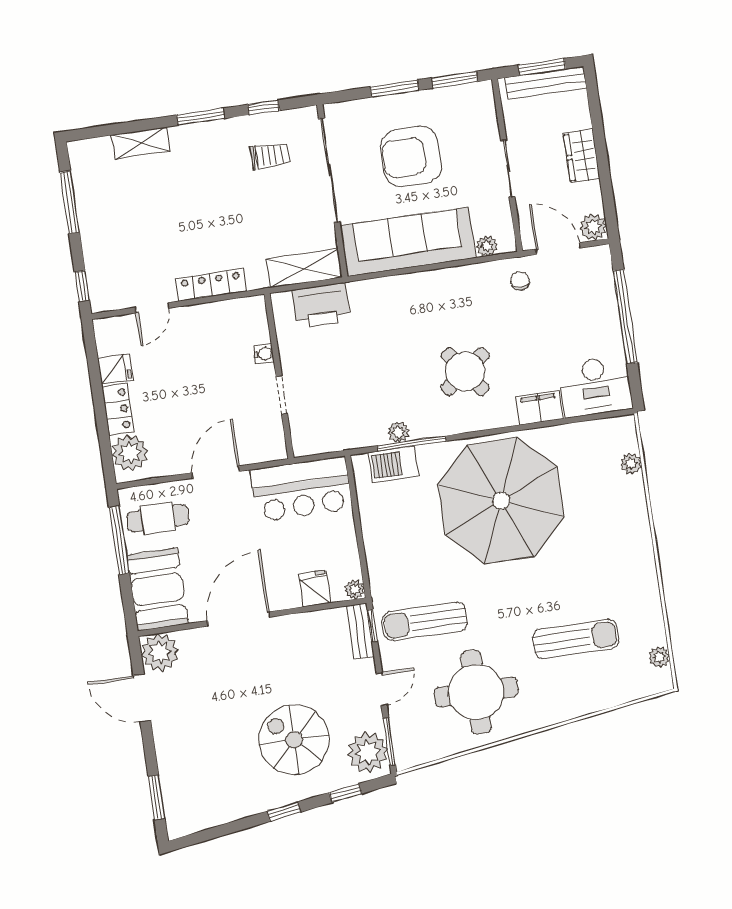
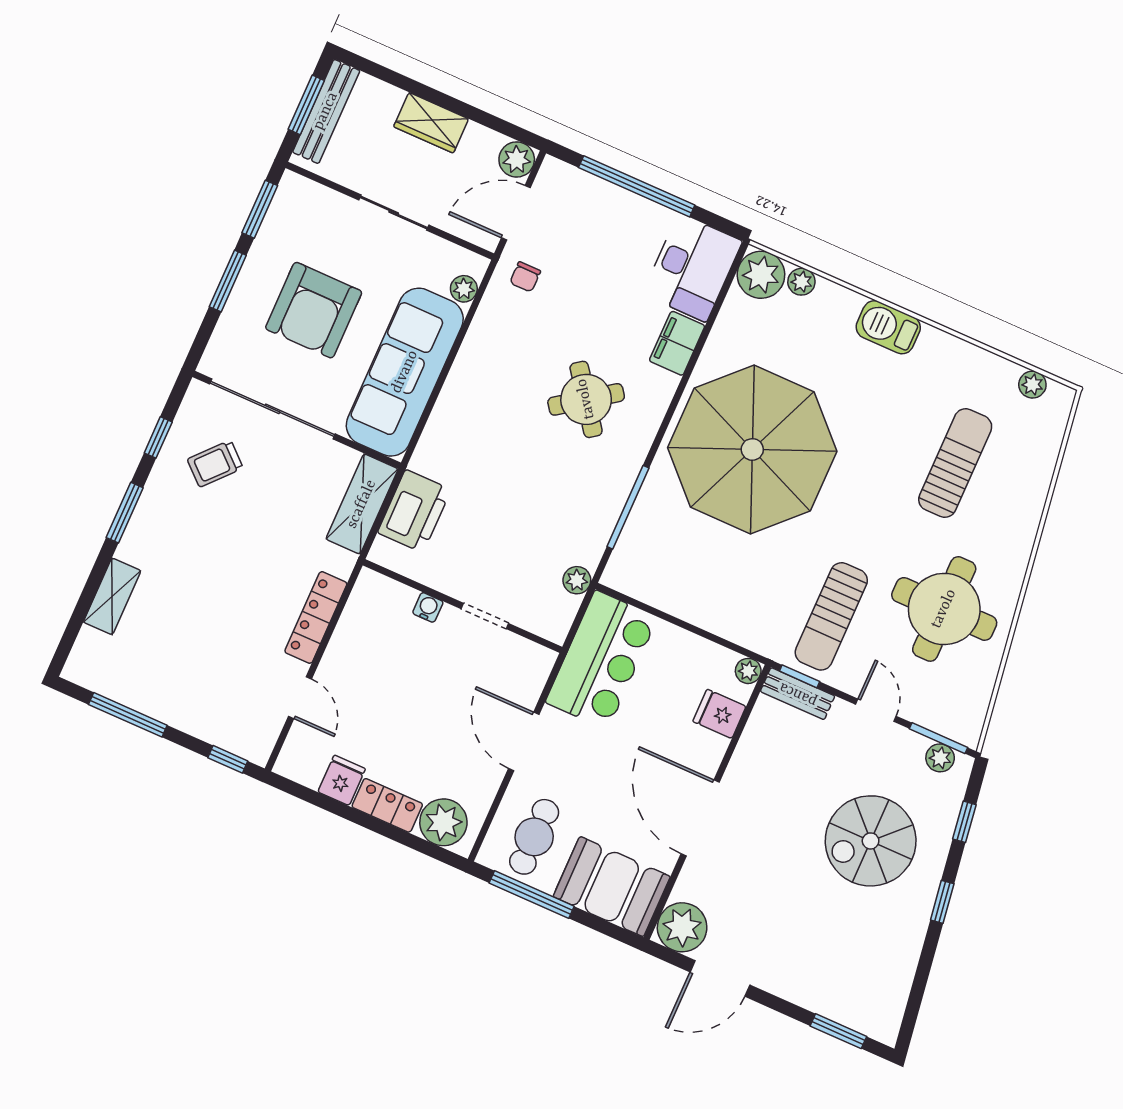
trolley: (270, 156) -> (215, 464), turned -138
chair: (520, 281) -> (525, 277), turned -90
plant: (398, 432) -> (577, 580), moved
plant: (619, 434) -> (761, 275), added
barbecue: (394, 464) -> (888, 327), moved, turned 90
plant: (368, 752) -> (940, 758), width x0.53, depth x0.53

